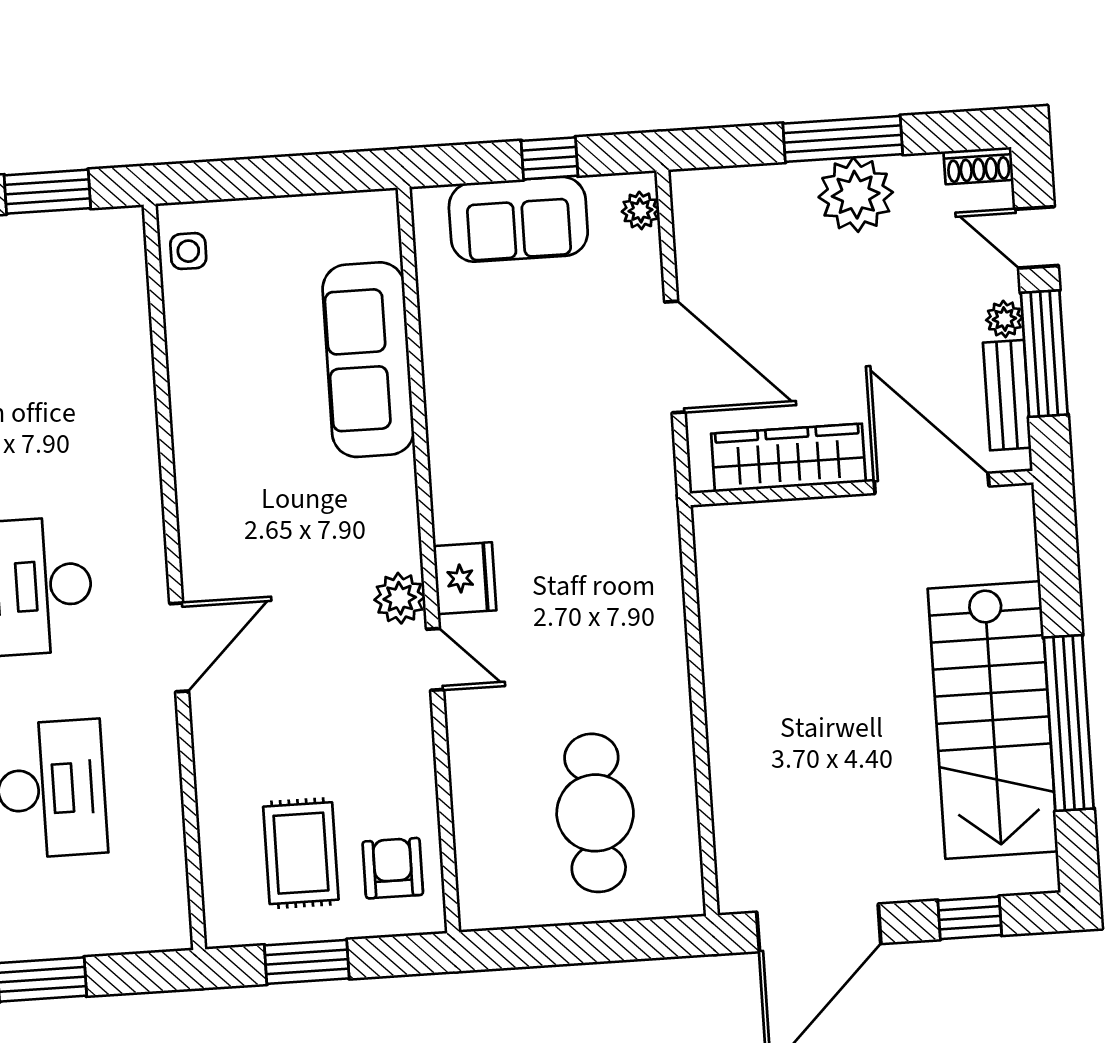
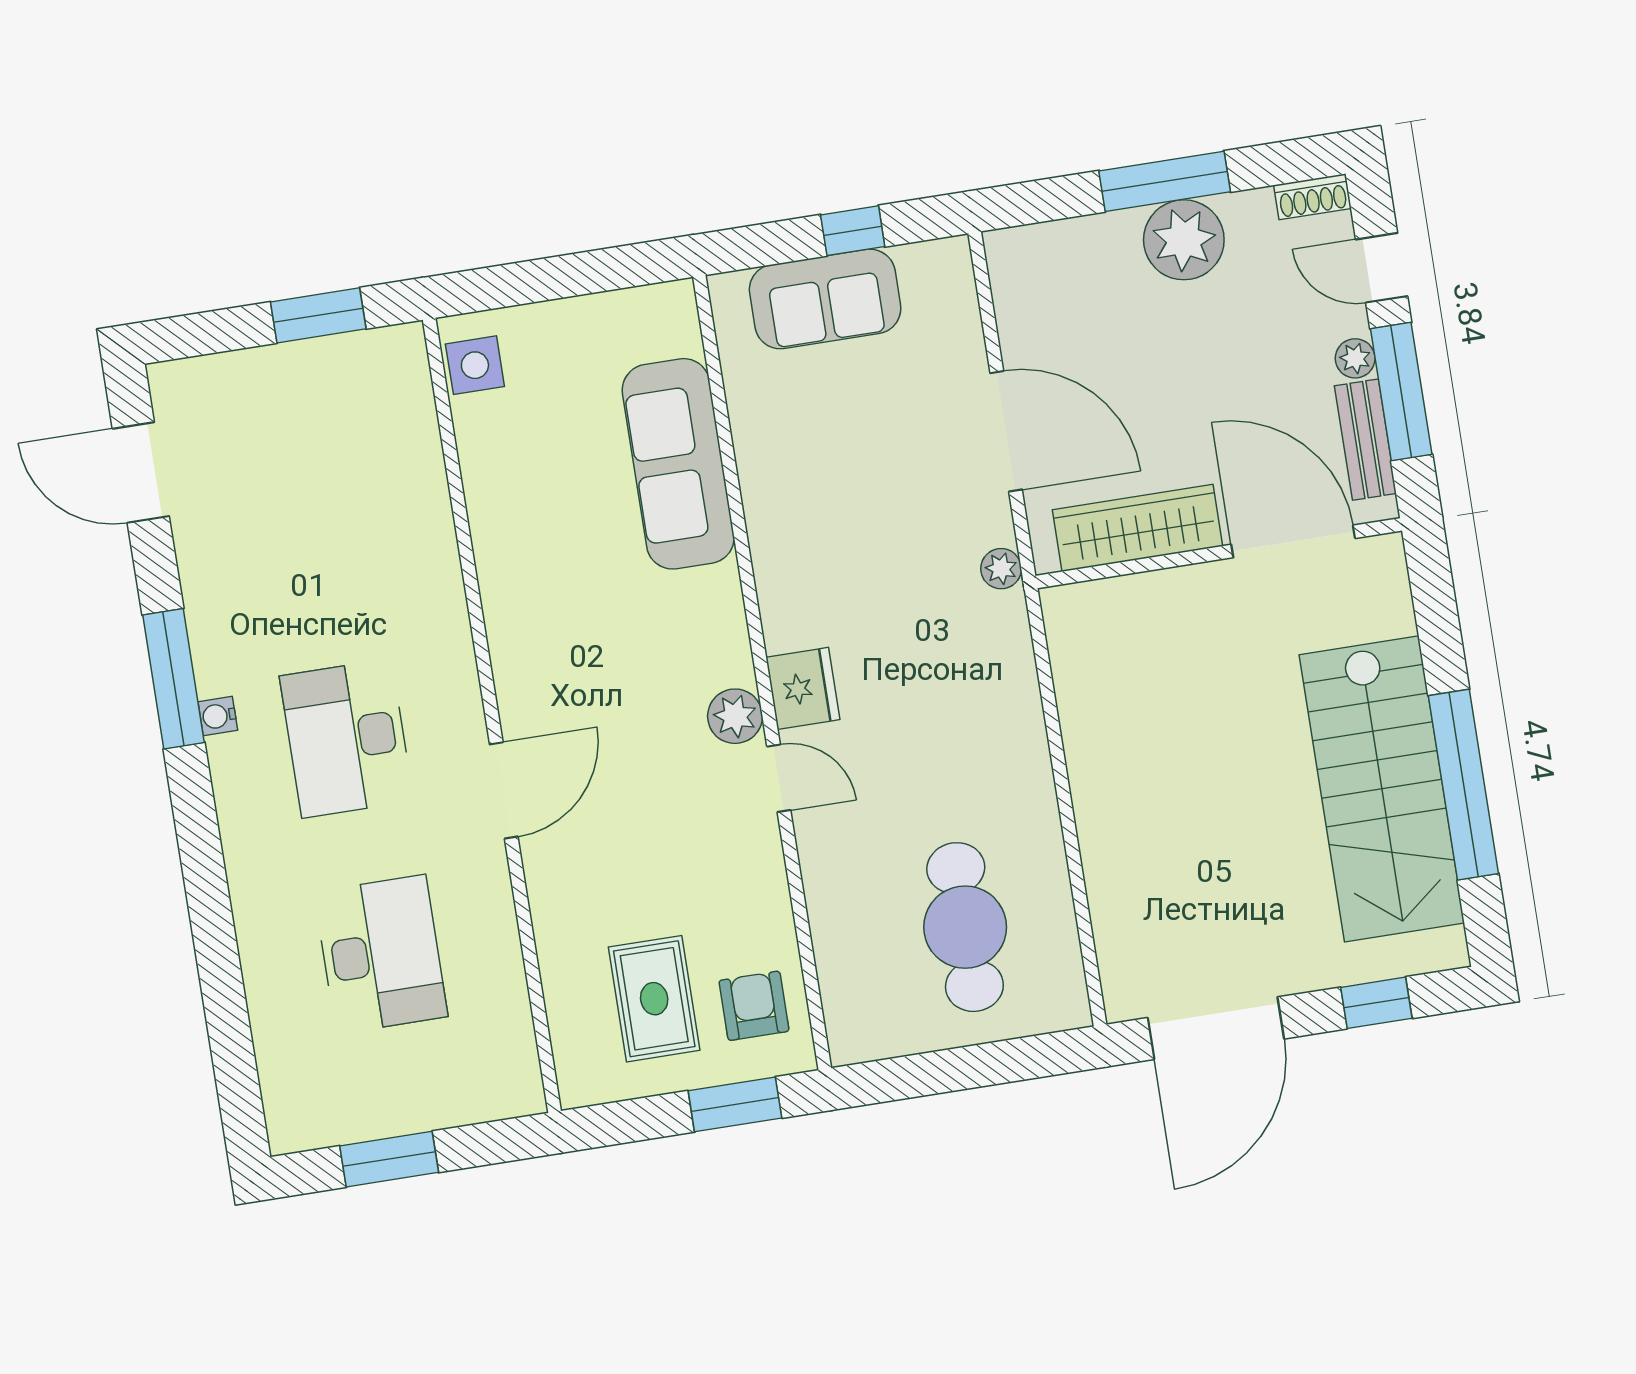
plant: (640, 210) -> (1001, 569), moved
side table: (188, 251) -> (475, 365), width x1.37, depth x1.37
window: (307, 962) -> (735, 1104), moved

